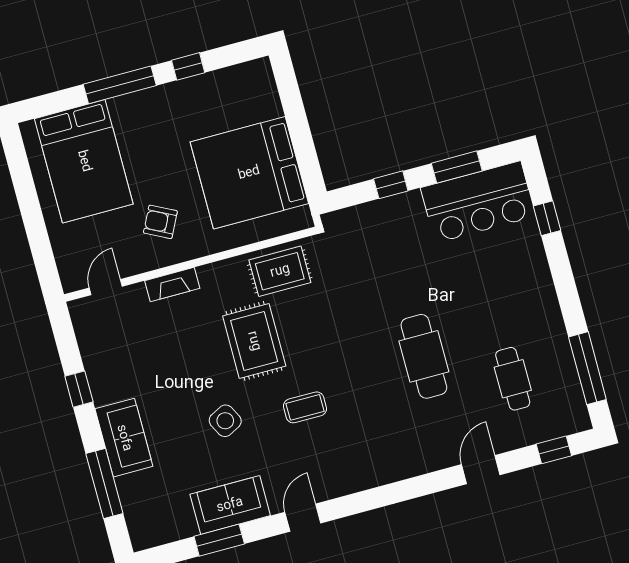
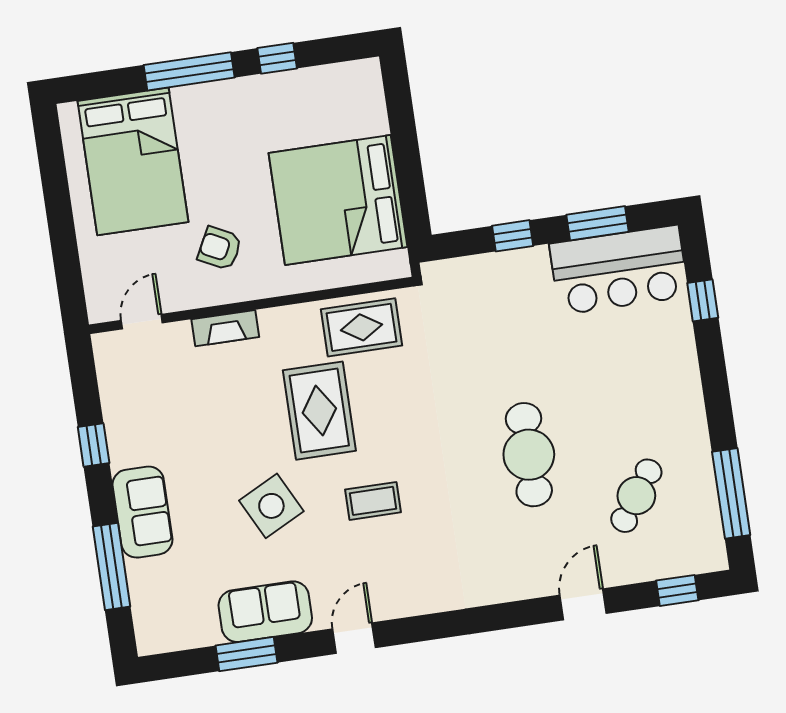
cafe table: (513, 379) -> (636, 496), turned 35
side table: (225, 421) -> (271, 506), width x1.37, depth x1.37

